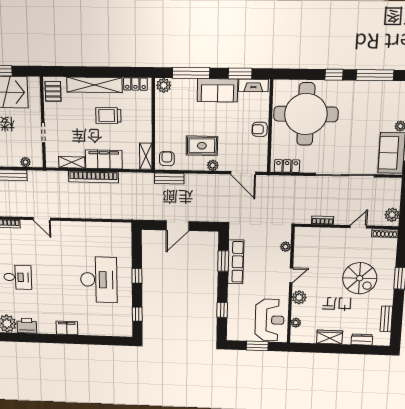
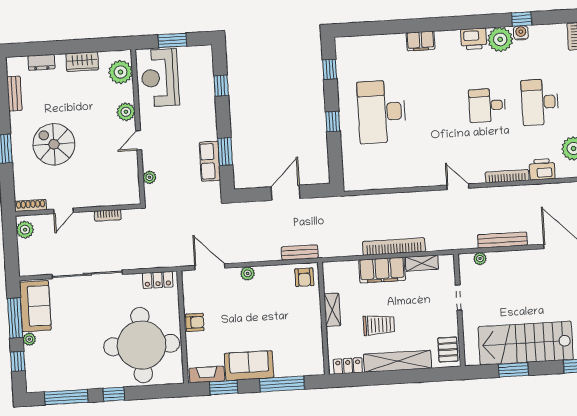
plant: (164, 85) -> (314, 367), removed
rug: (202, 146) -> (263, 297), removed
shelving: (146, 156) -> (332, 310), moved
row of seats: (236, 262) -> (210, 161), width x0.68
plant: (296, 323) -> (121, 72), width x1.87, depth x1.87

